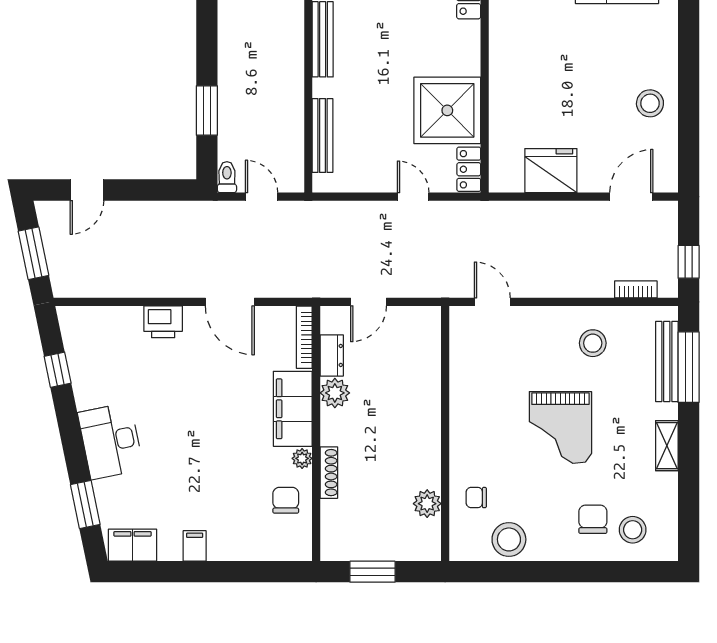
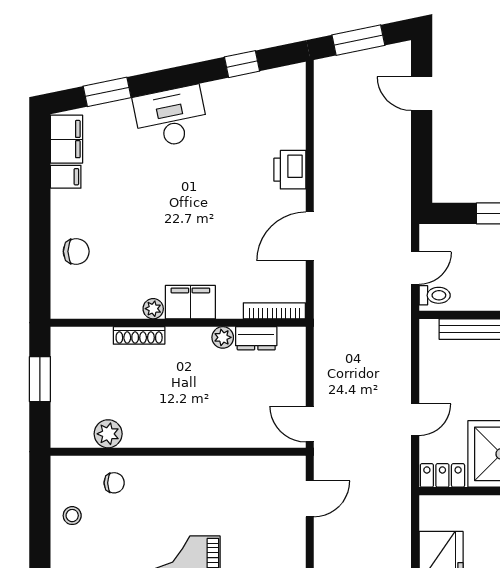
toilet: (227, 177) -> (435, 295), moved
door: (369, 302) -> (310, 424), moved
plant: (335, 393) -> (223, 337), width x0.73, depth x0.73
filing cabinet: (293, 409) -> (190, 302), width x0.67, depth x0.86
chair: (476, 498) -> (114, 483), turned 90
chair: (286, 500) -> (76, 251), moved
stool: (509, 539) -> (72, 516), width x0.53, depth x0.53
filing cabinet: (195, 546) -> (66, 177), moved

